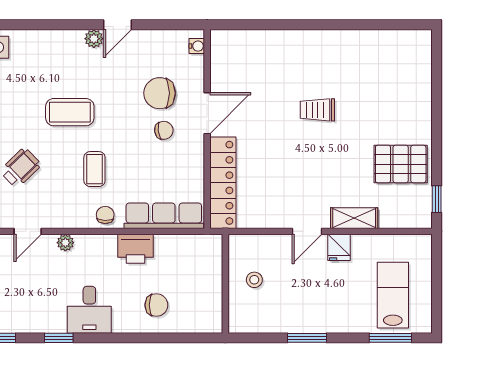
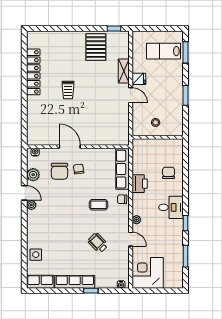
plant: (153, 42) -> (33, 175), added
coffee table: (70, 112) -> (69, 217), removed
locker: (223, 183) -> (33, 72), moved, turned 90

